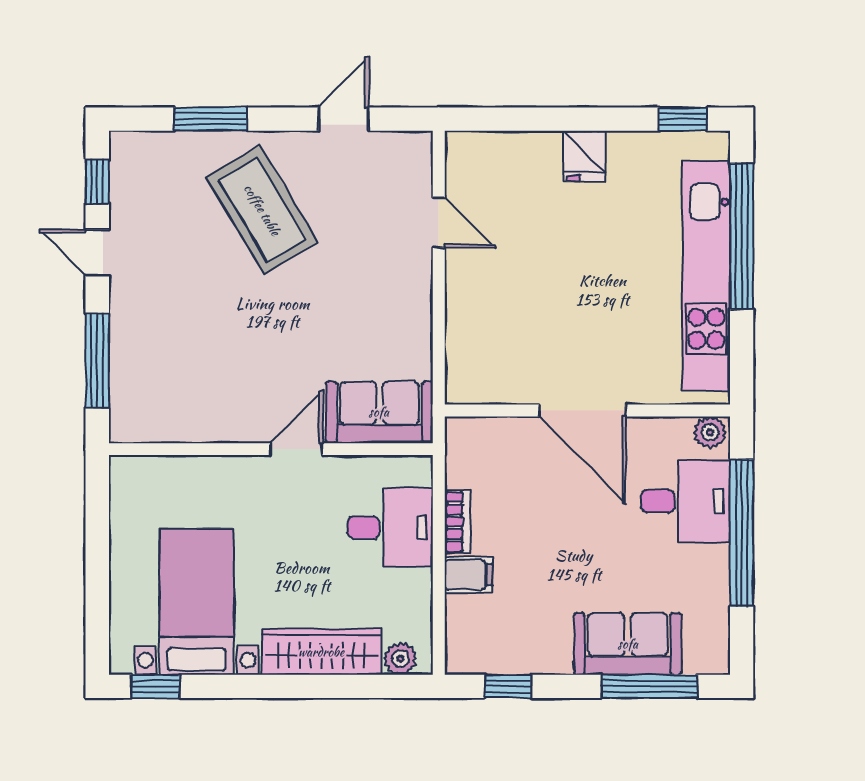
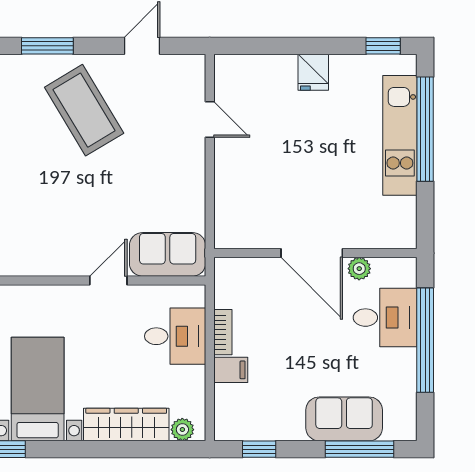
kitchen unit: (706, 276) -> (400, 135), width x0.73
plant: (710, 432) -> (359, 269), moved

